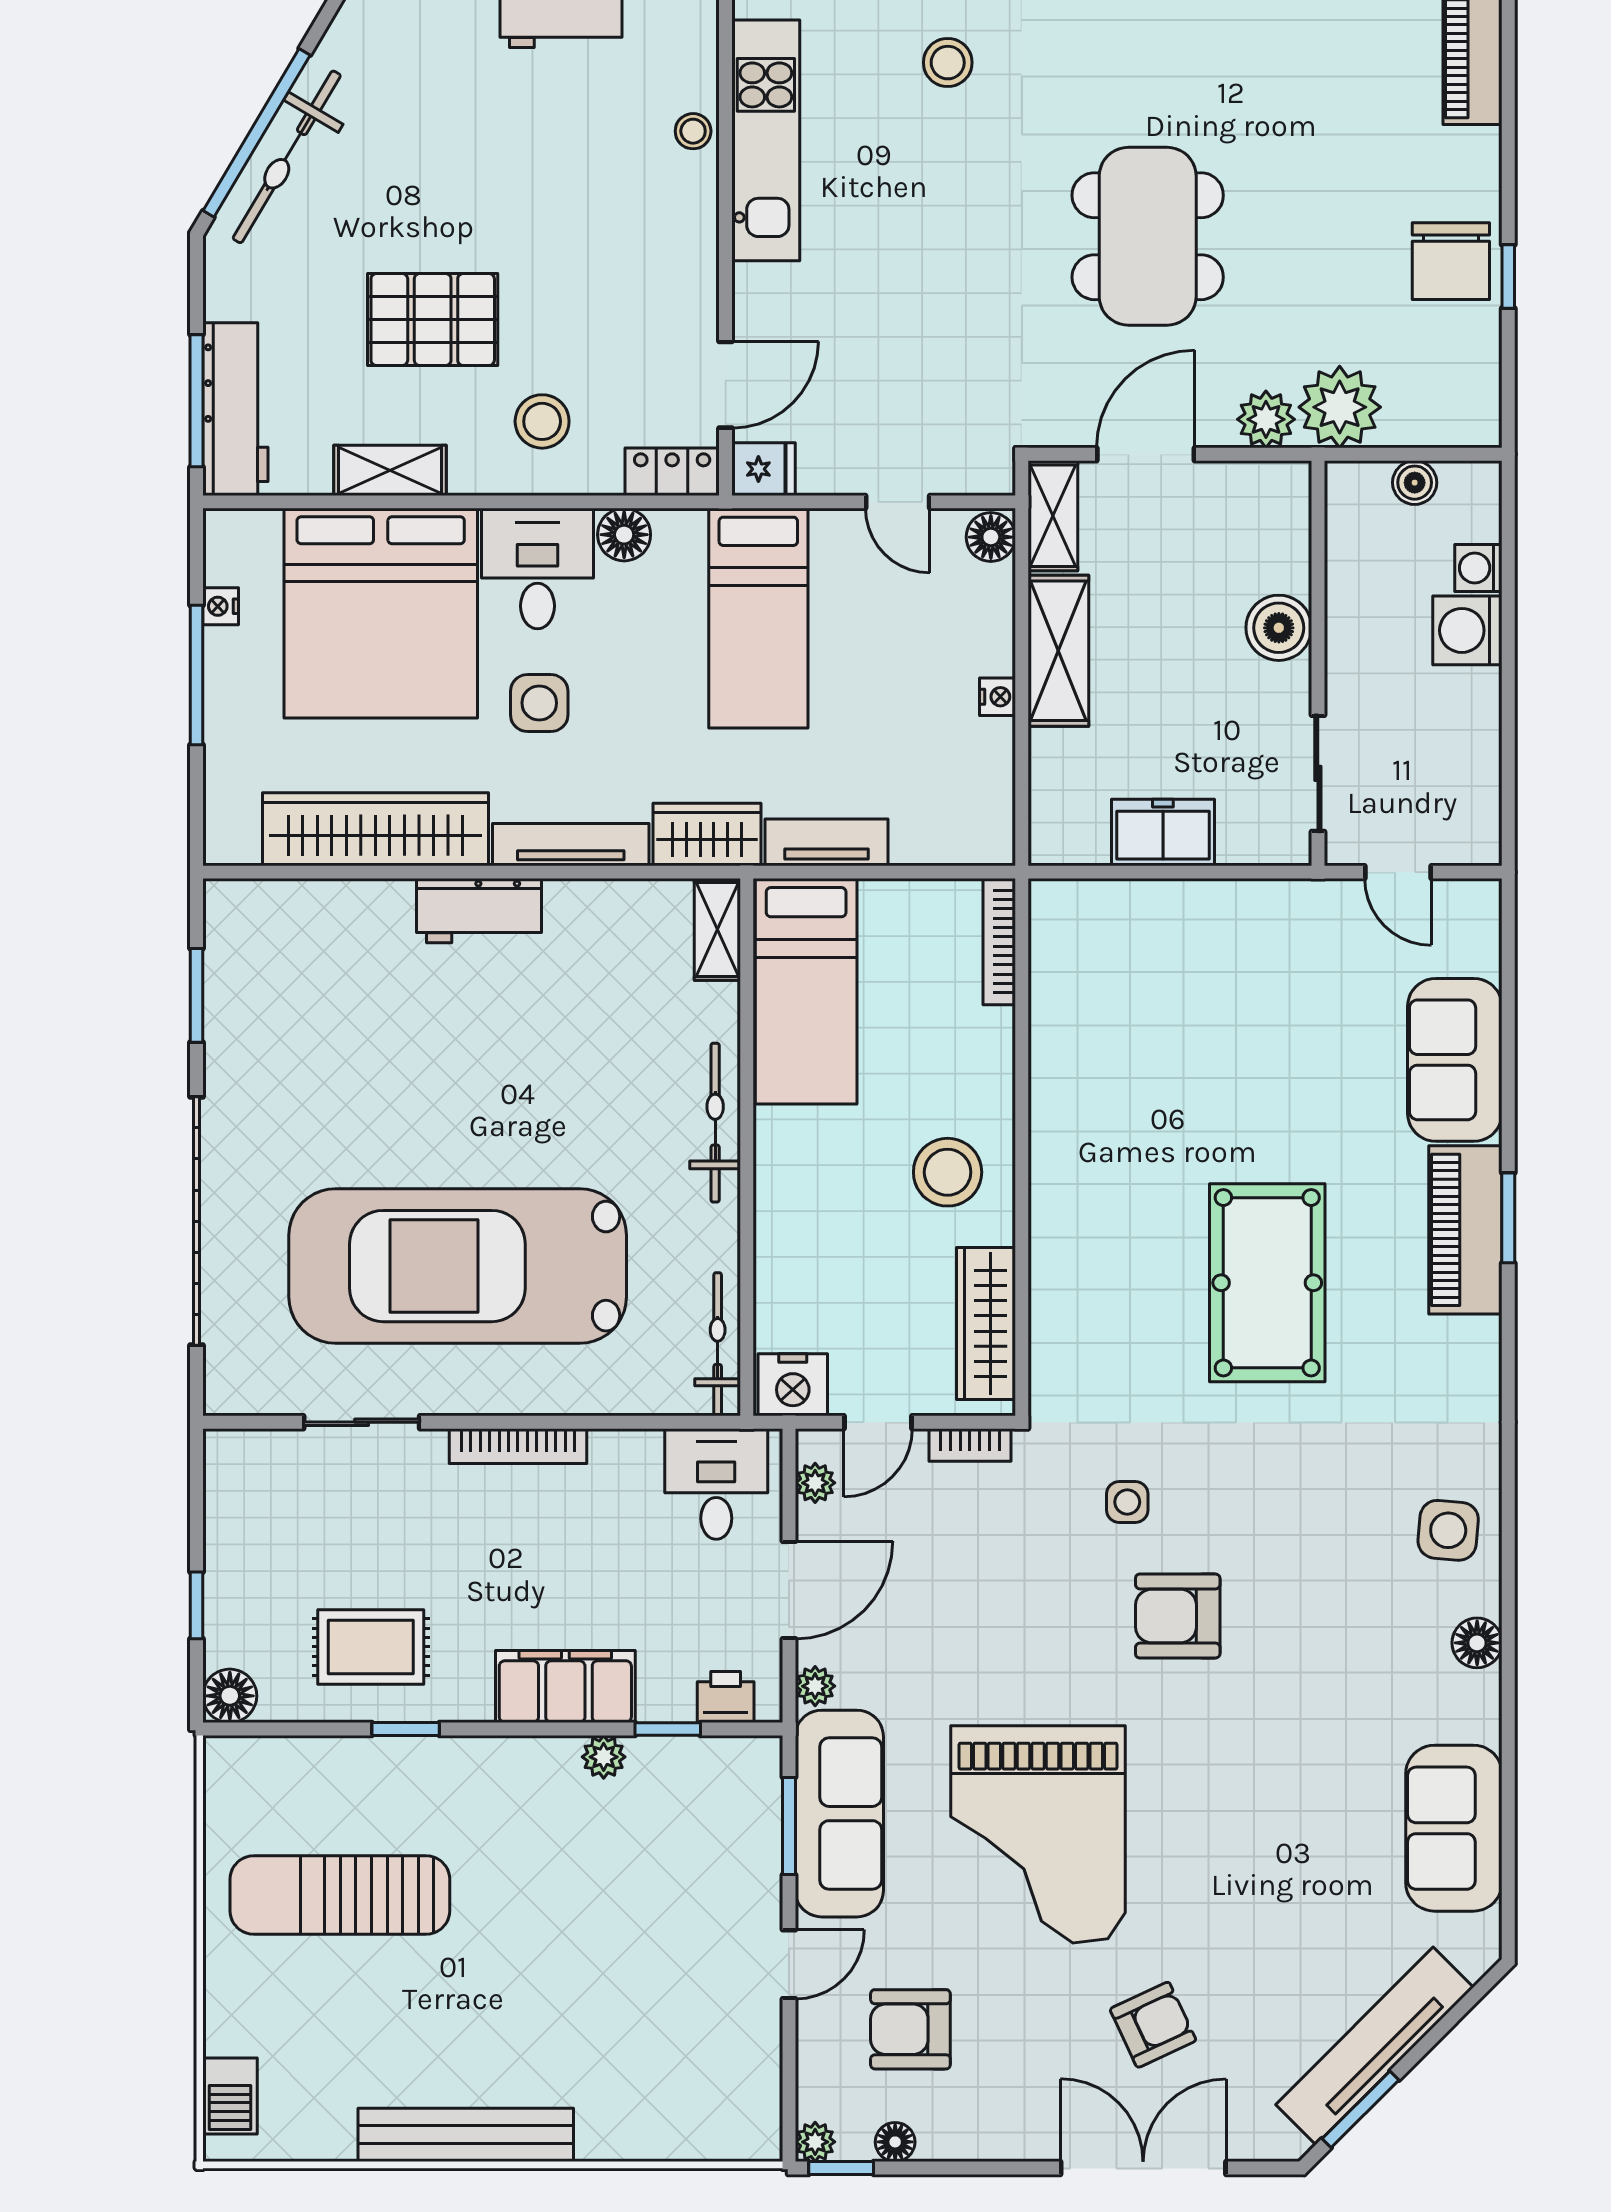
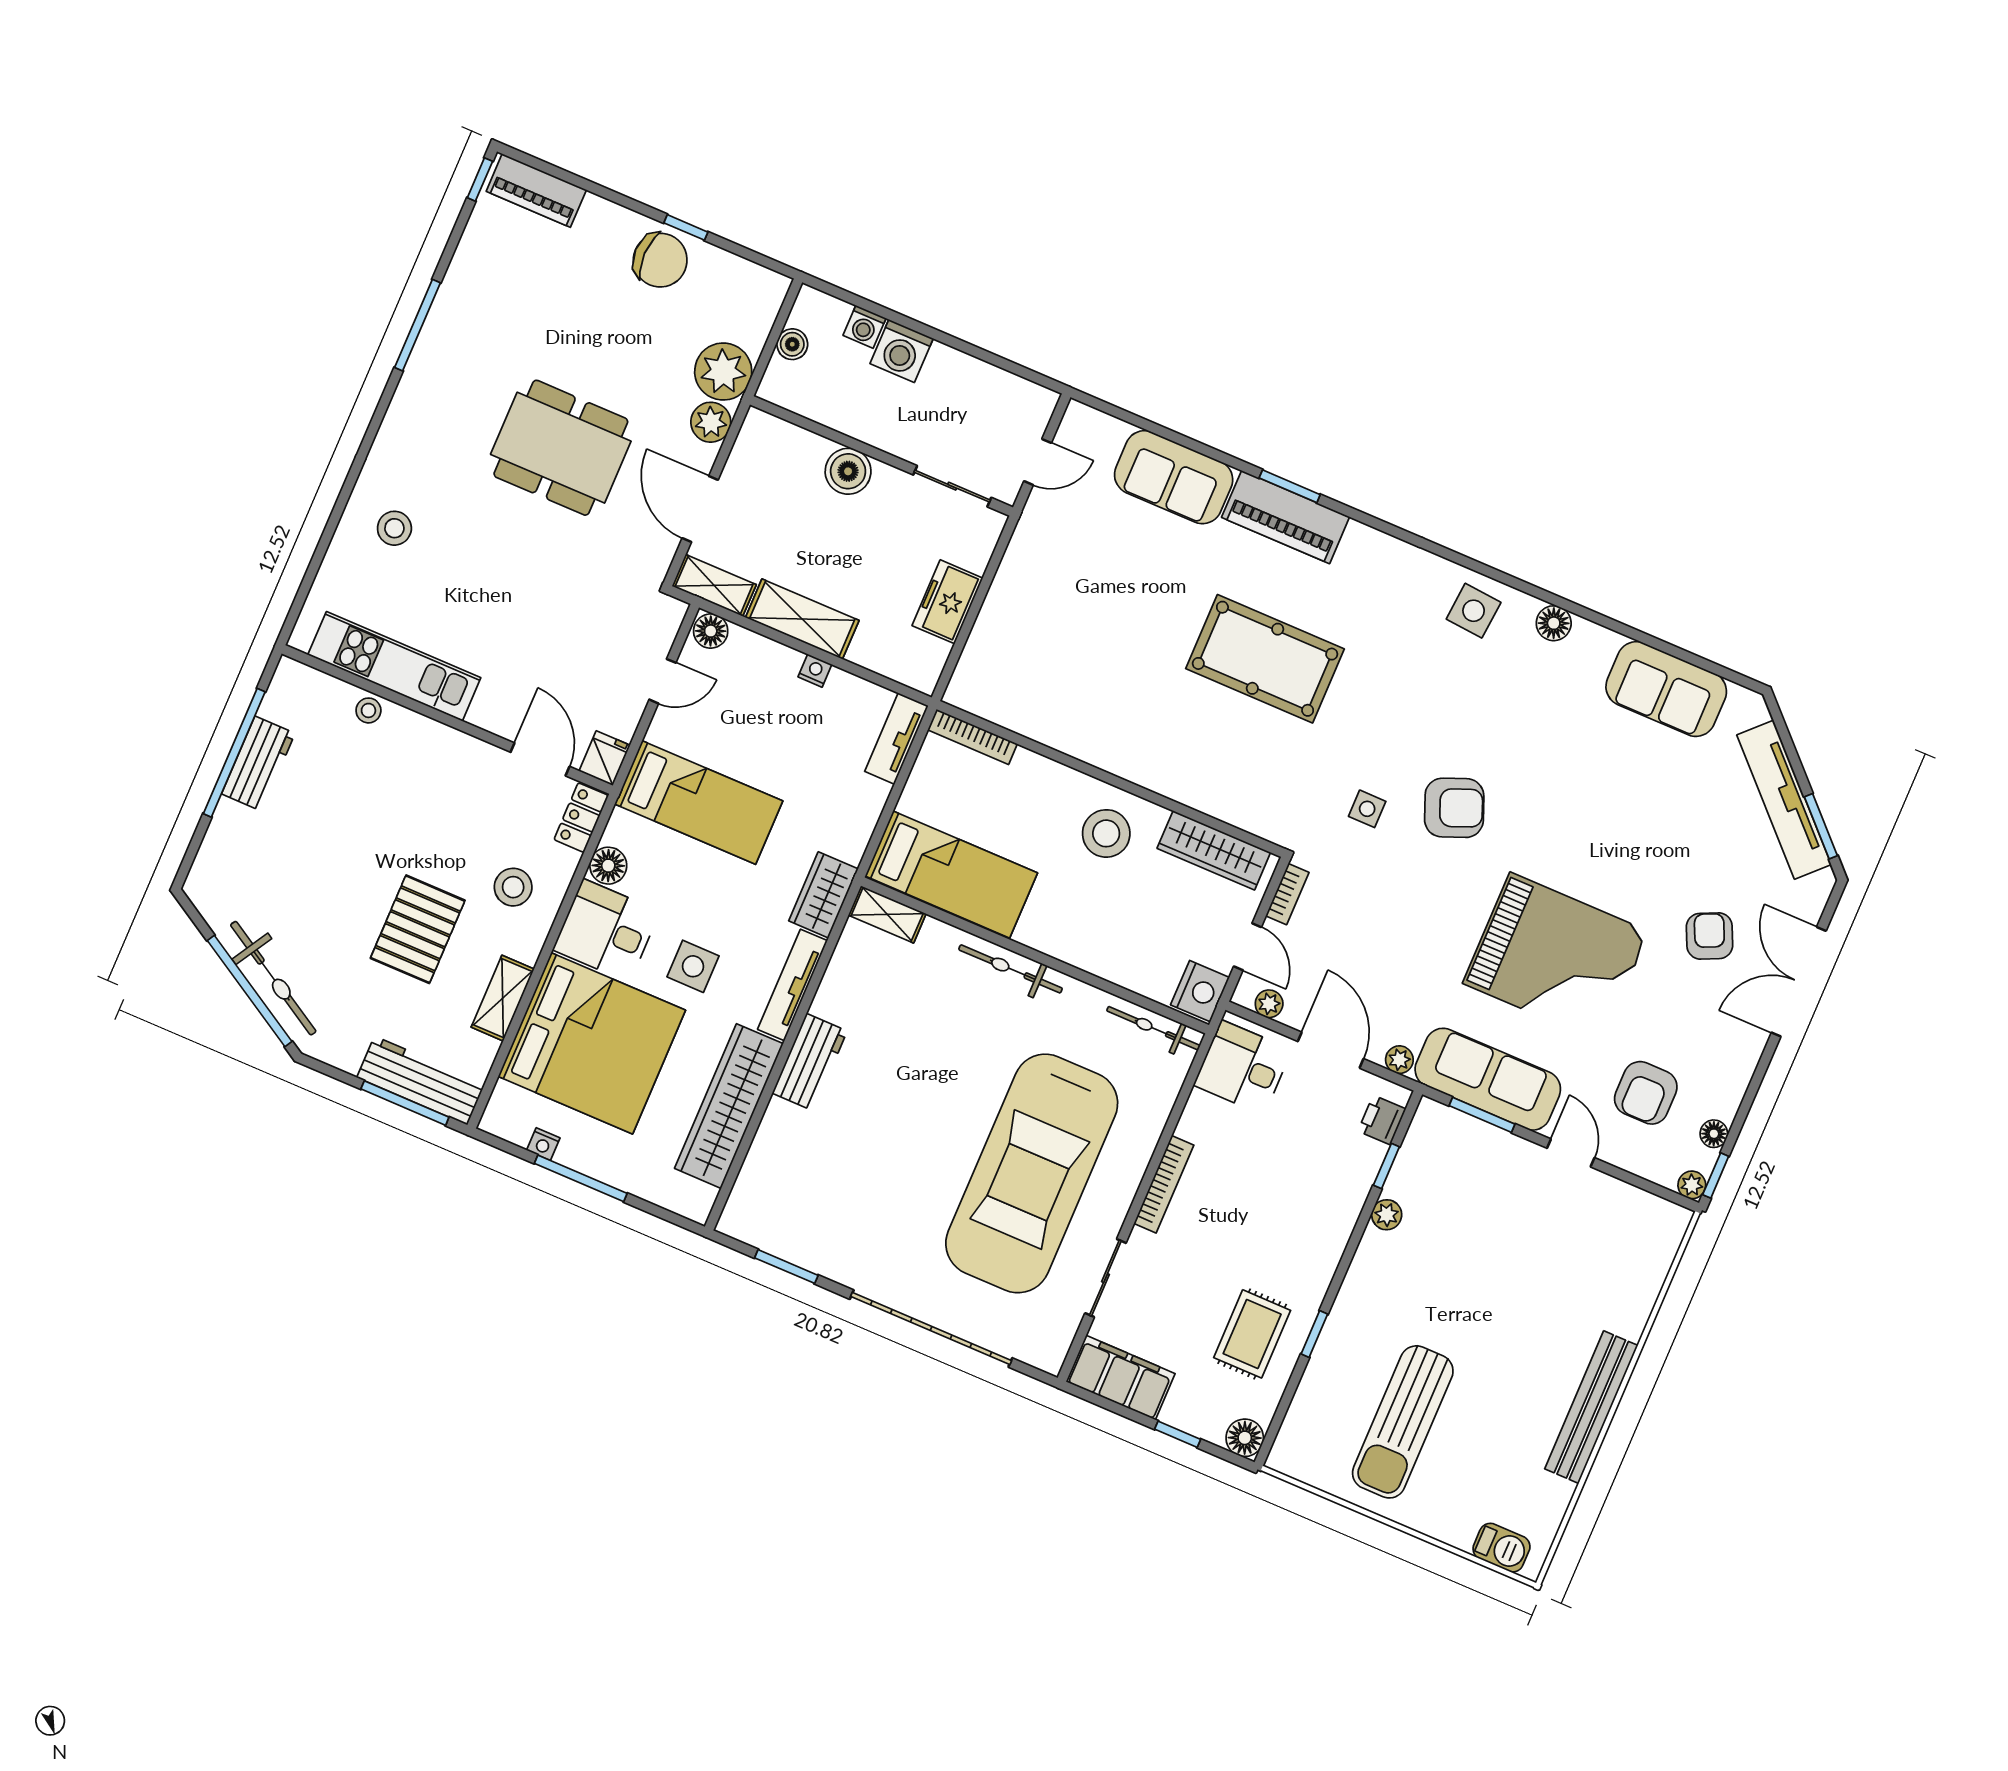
tv unit: (827, 842) -> (896, 739), moved
armchair: (1178, 1616) -> (1454, 808), turned -112
filing cabinet: (565, 1687) -> (1121, 1378), moved, turned 90

